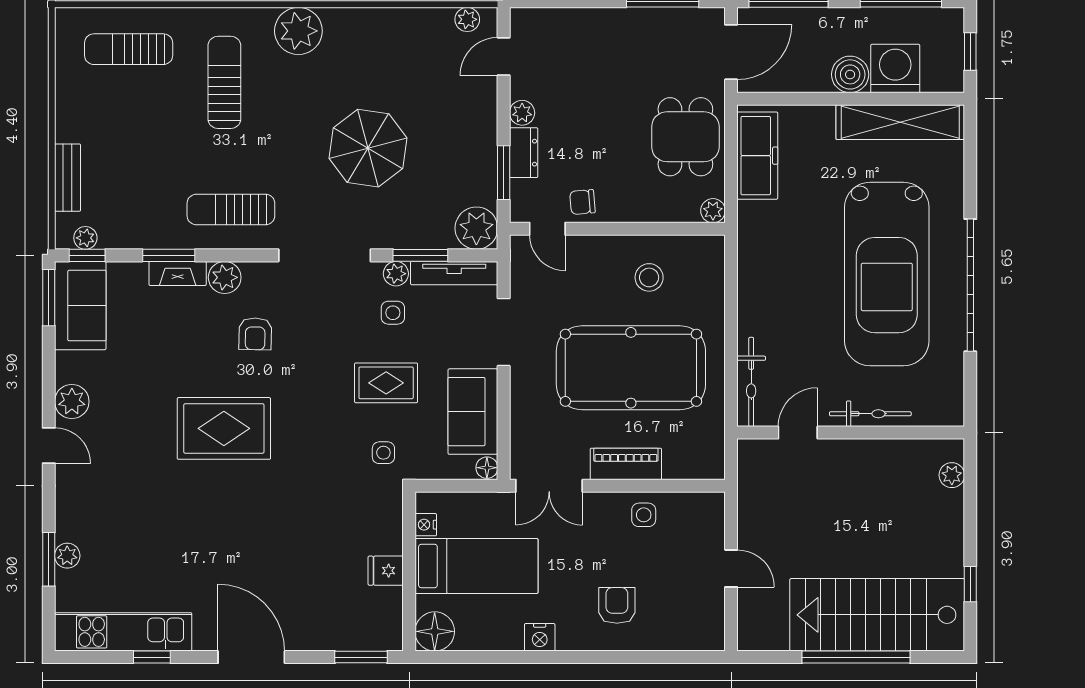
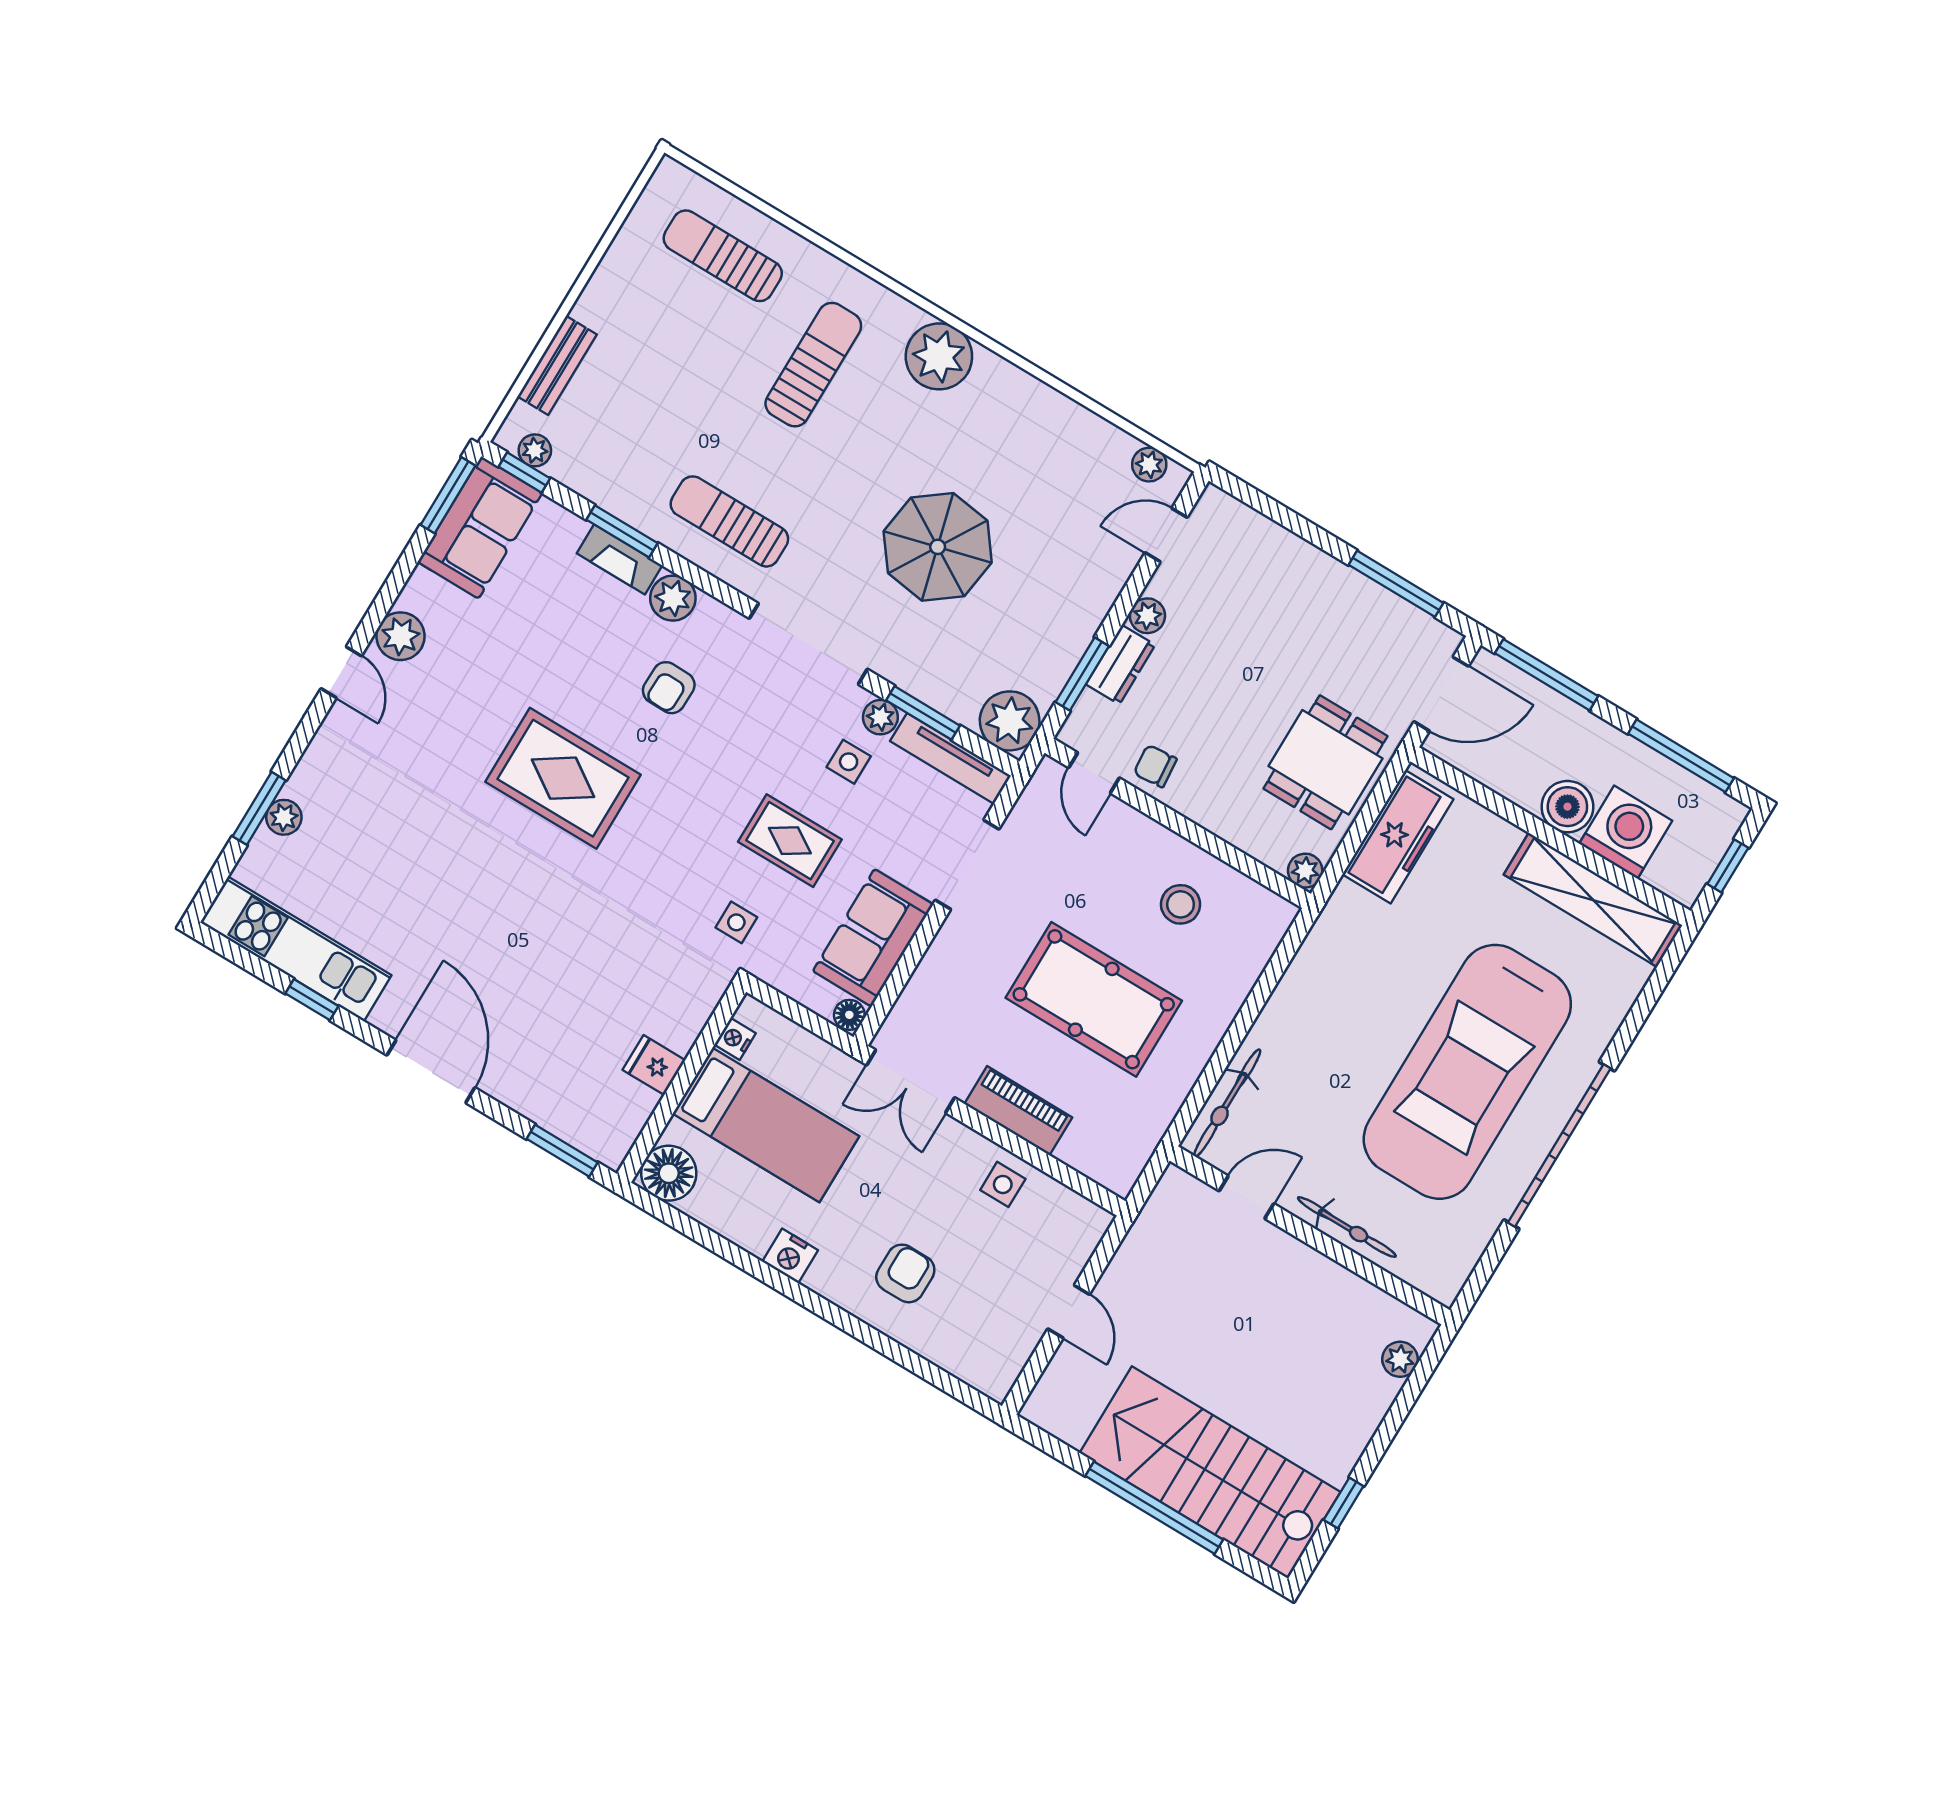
pool table: (631, 368) -> (1094, 999), width x0.73, depth x0.76

